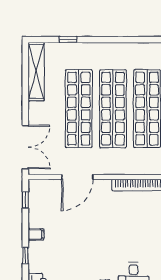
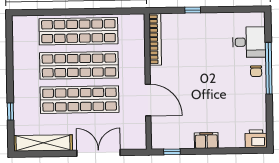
double door: (25, 147) -> (98, 153), moved
filing cabinet: (36, 234) -> (206, 141), width x2.00
window: (25, 255) -> (228, 151), removed

